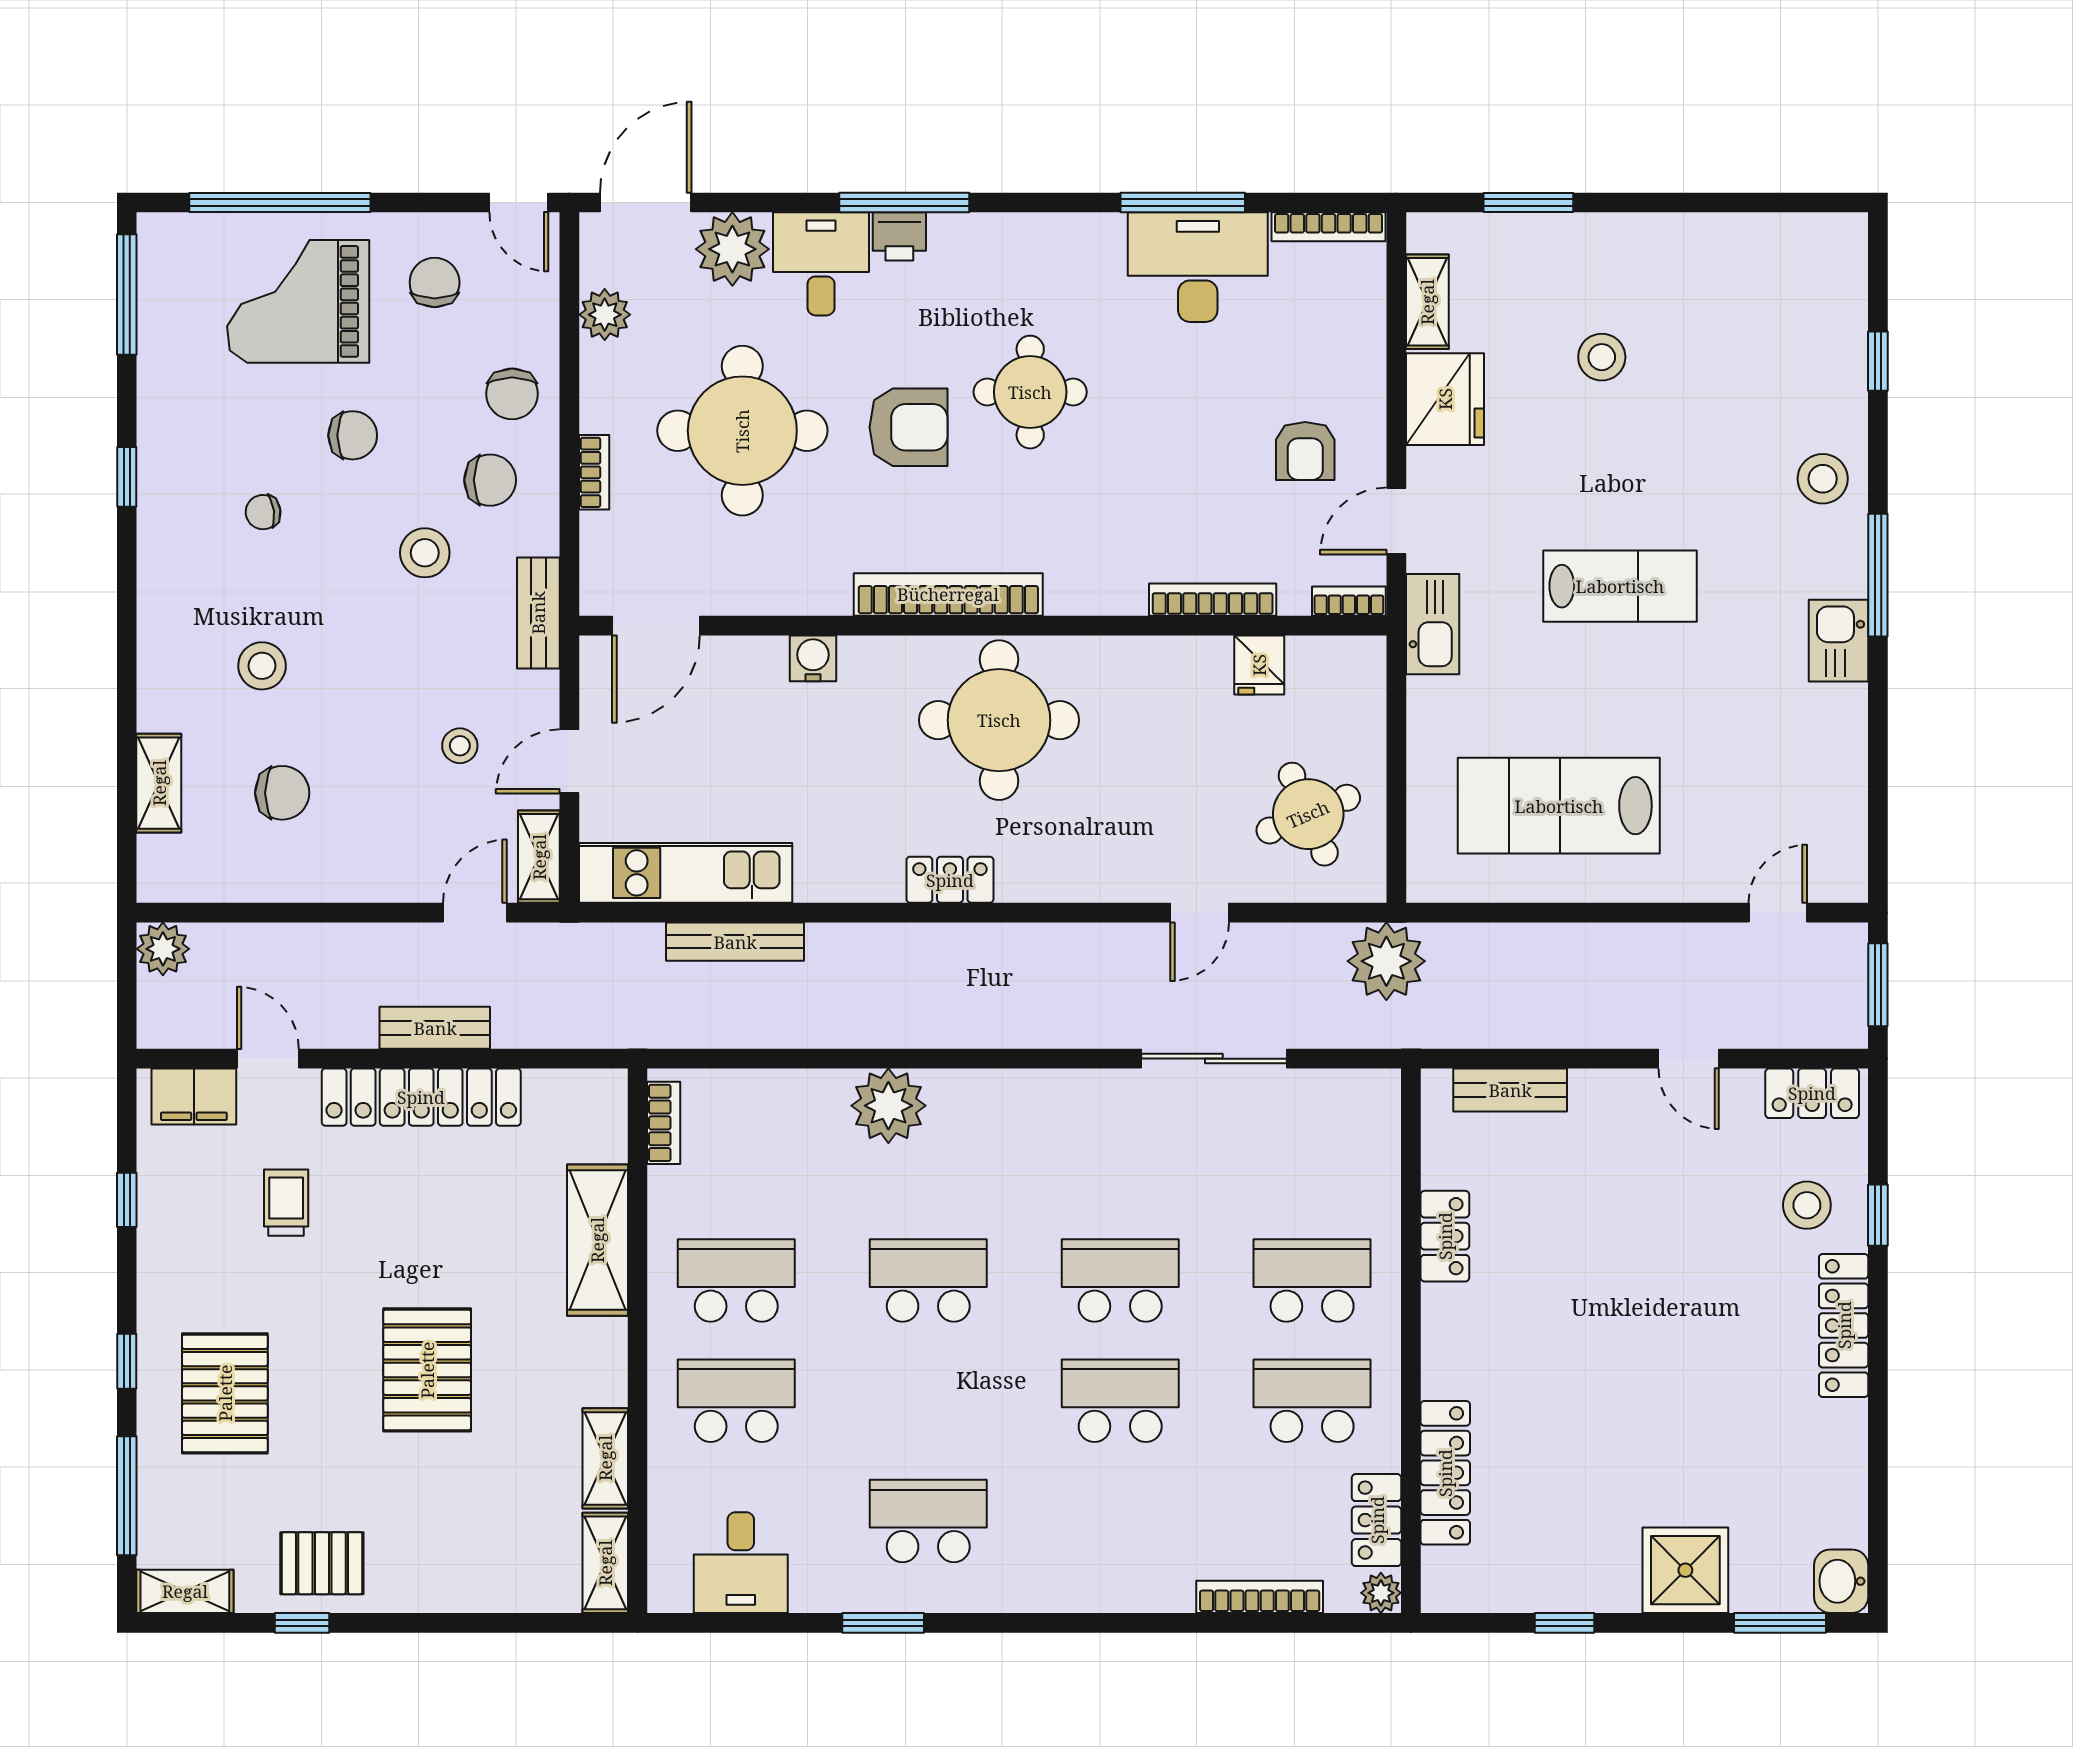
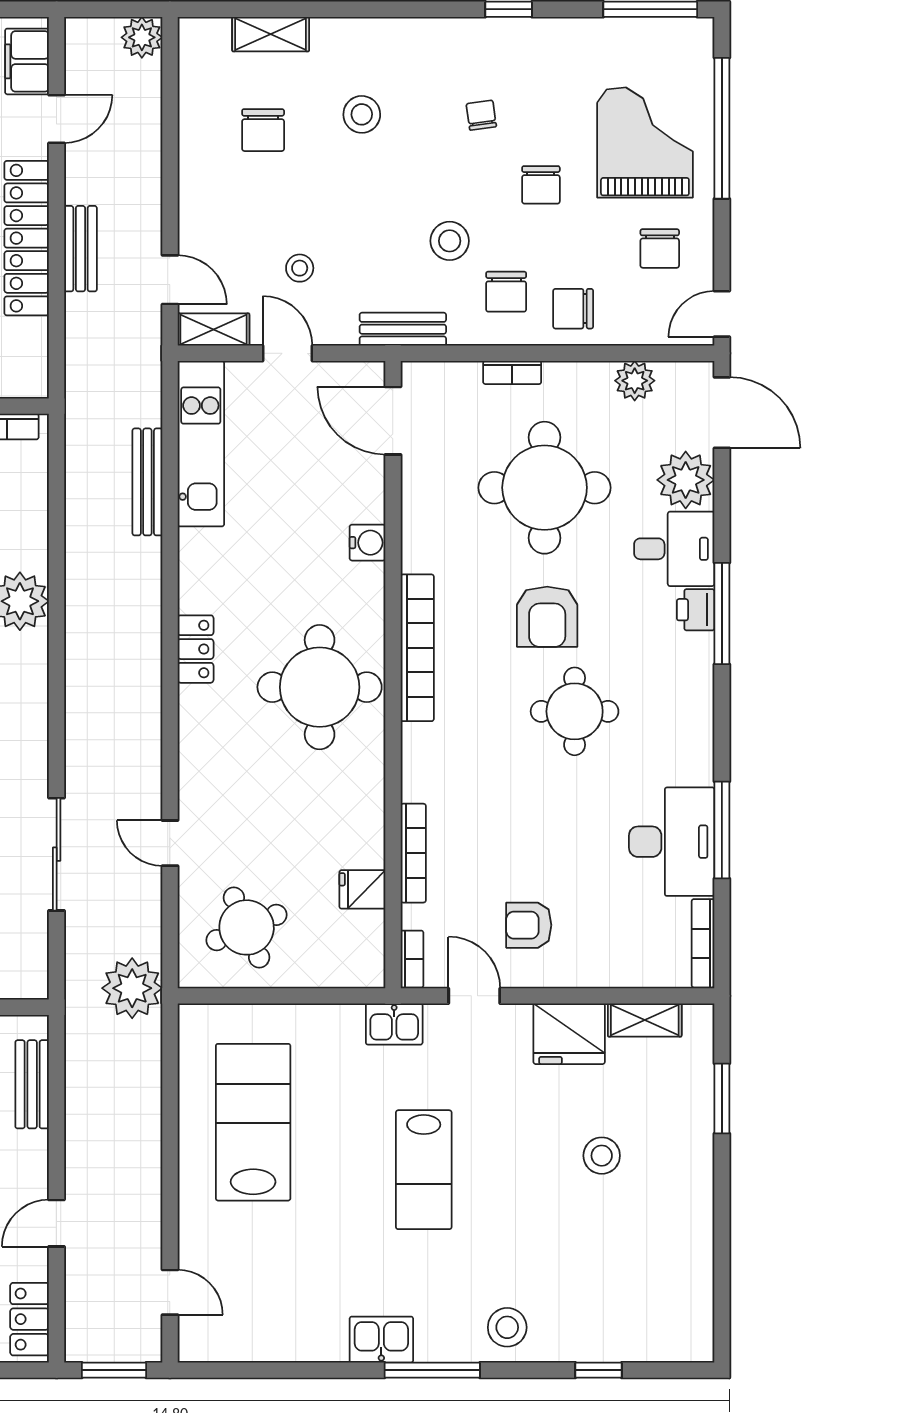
chair: (435, 282) -> (660, 248), turned 90
kitchen sink: (1433, 624) -> (394, 1024), width x0.73

